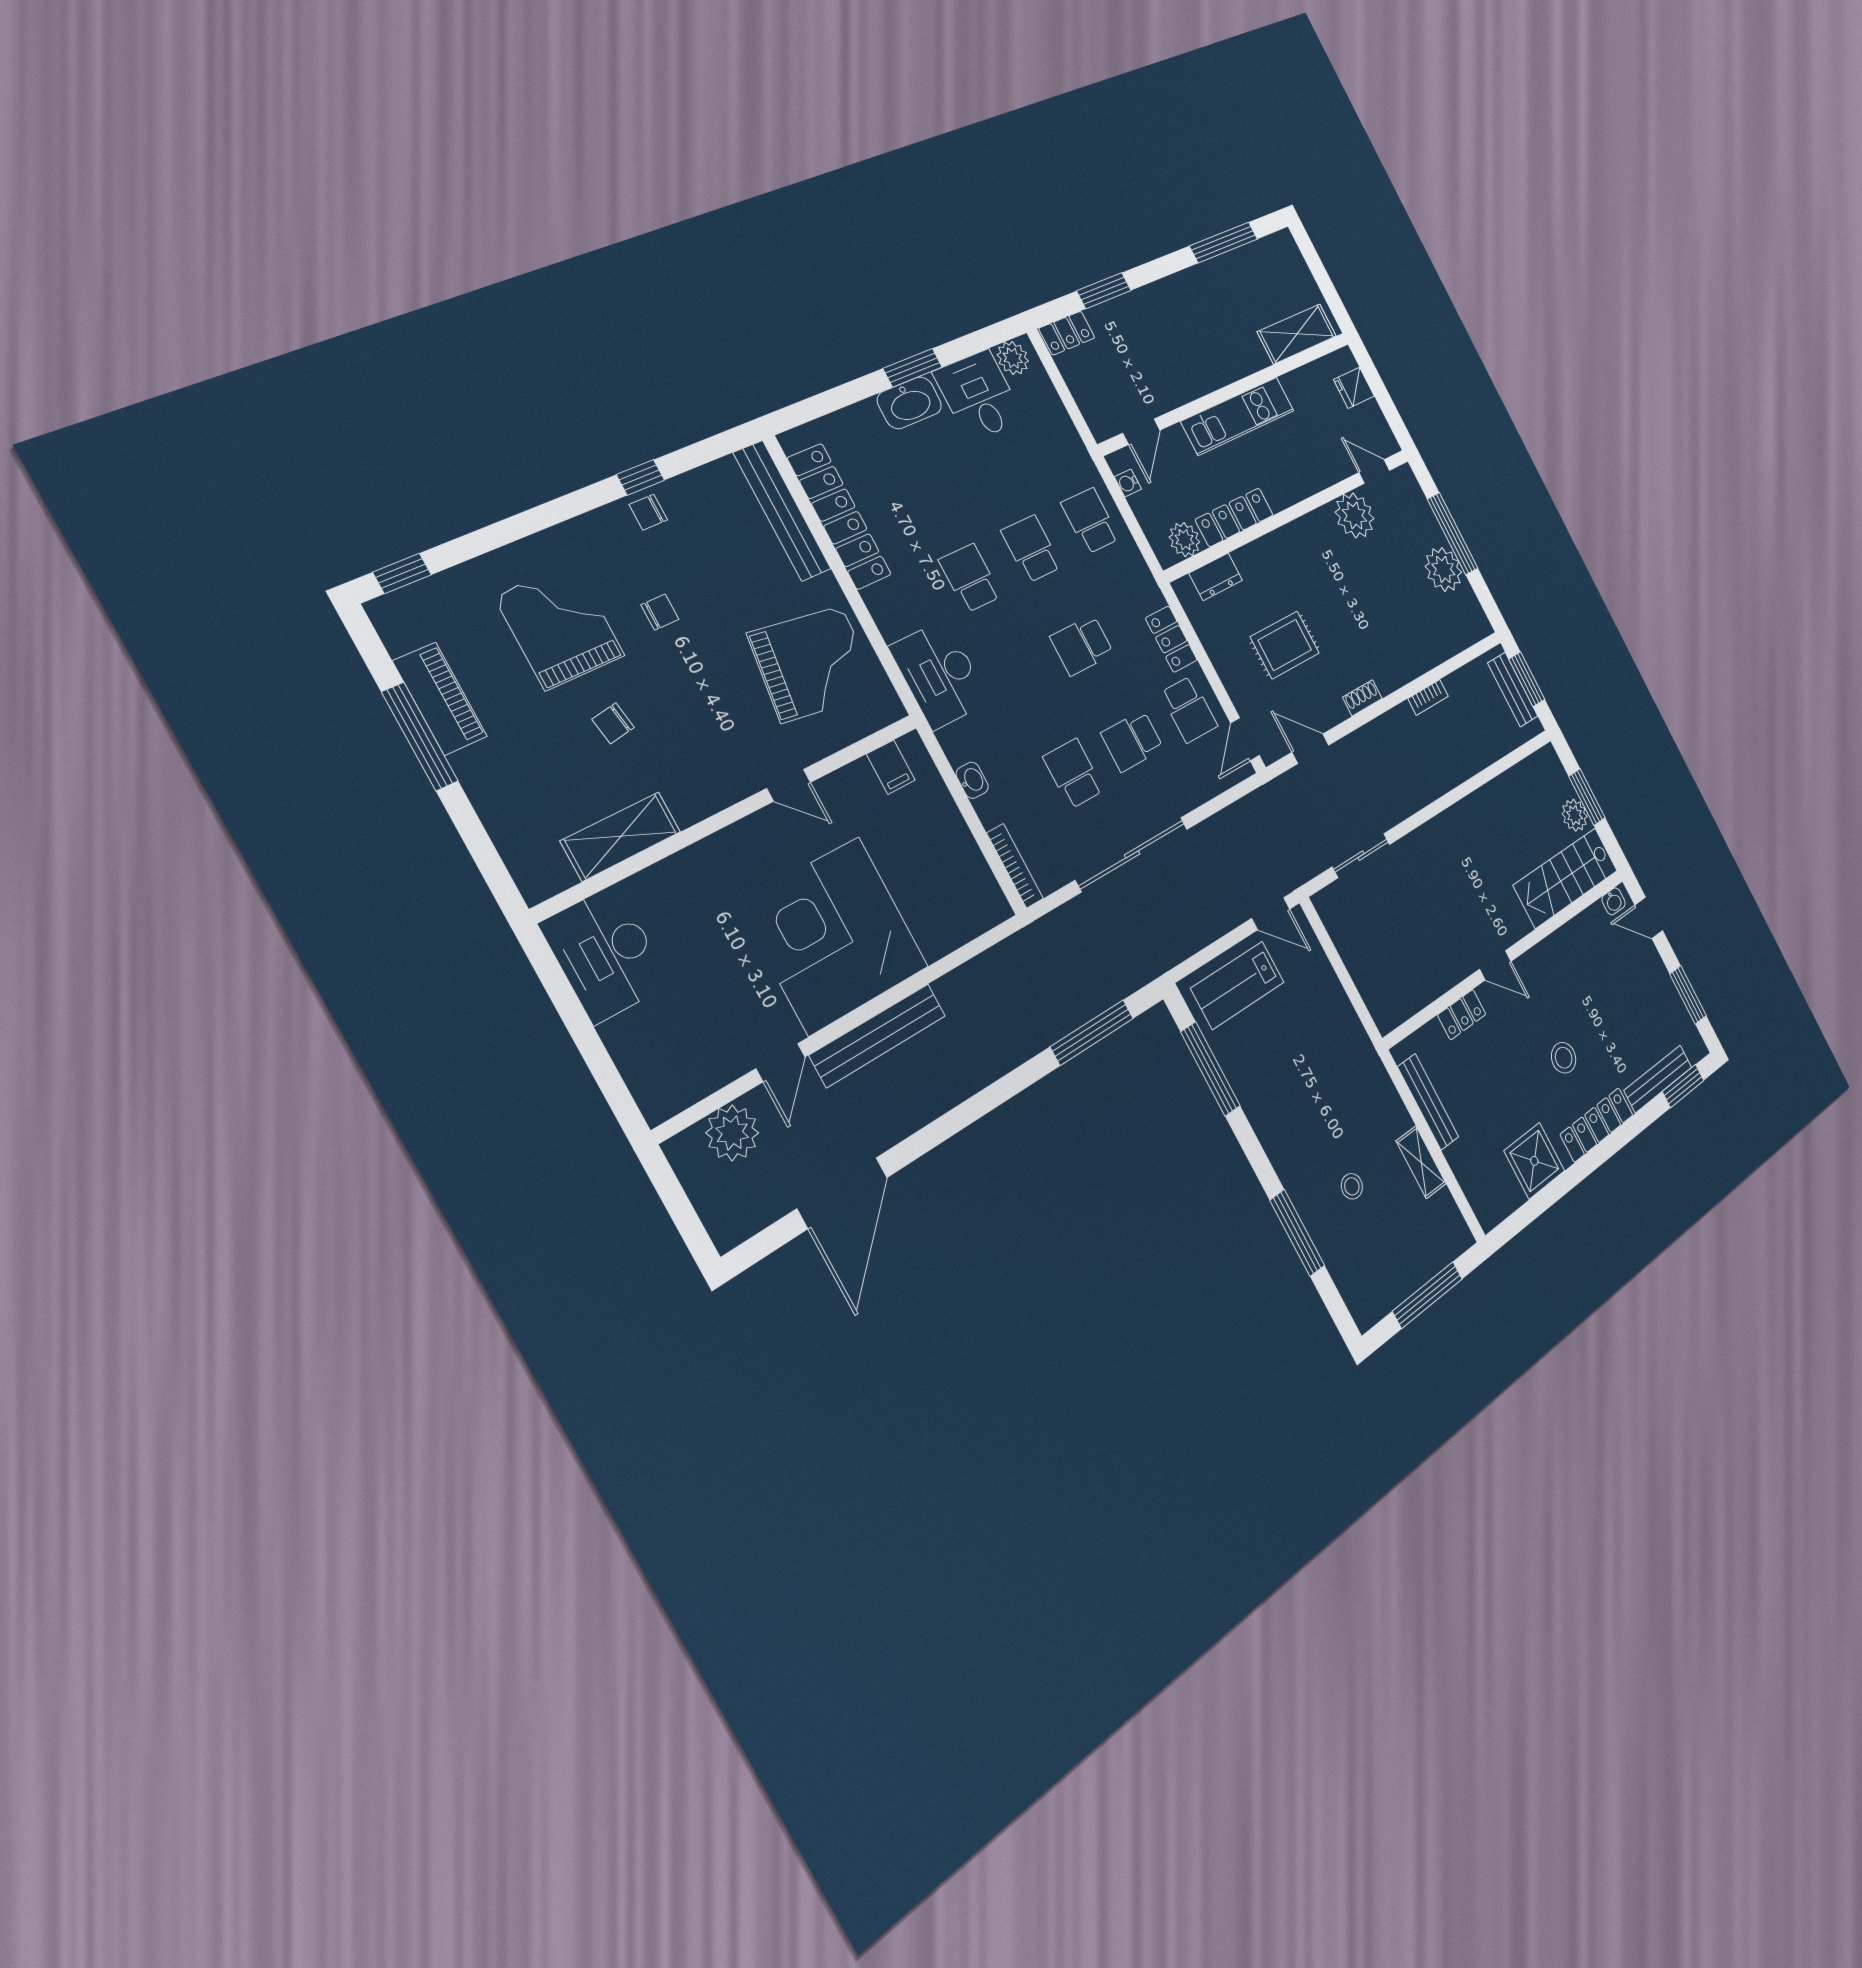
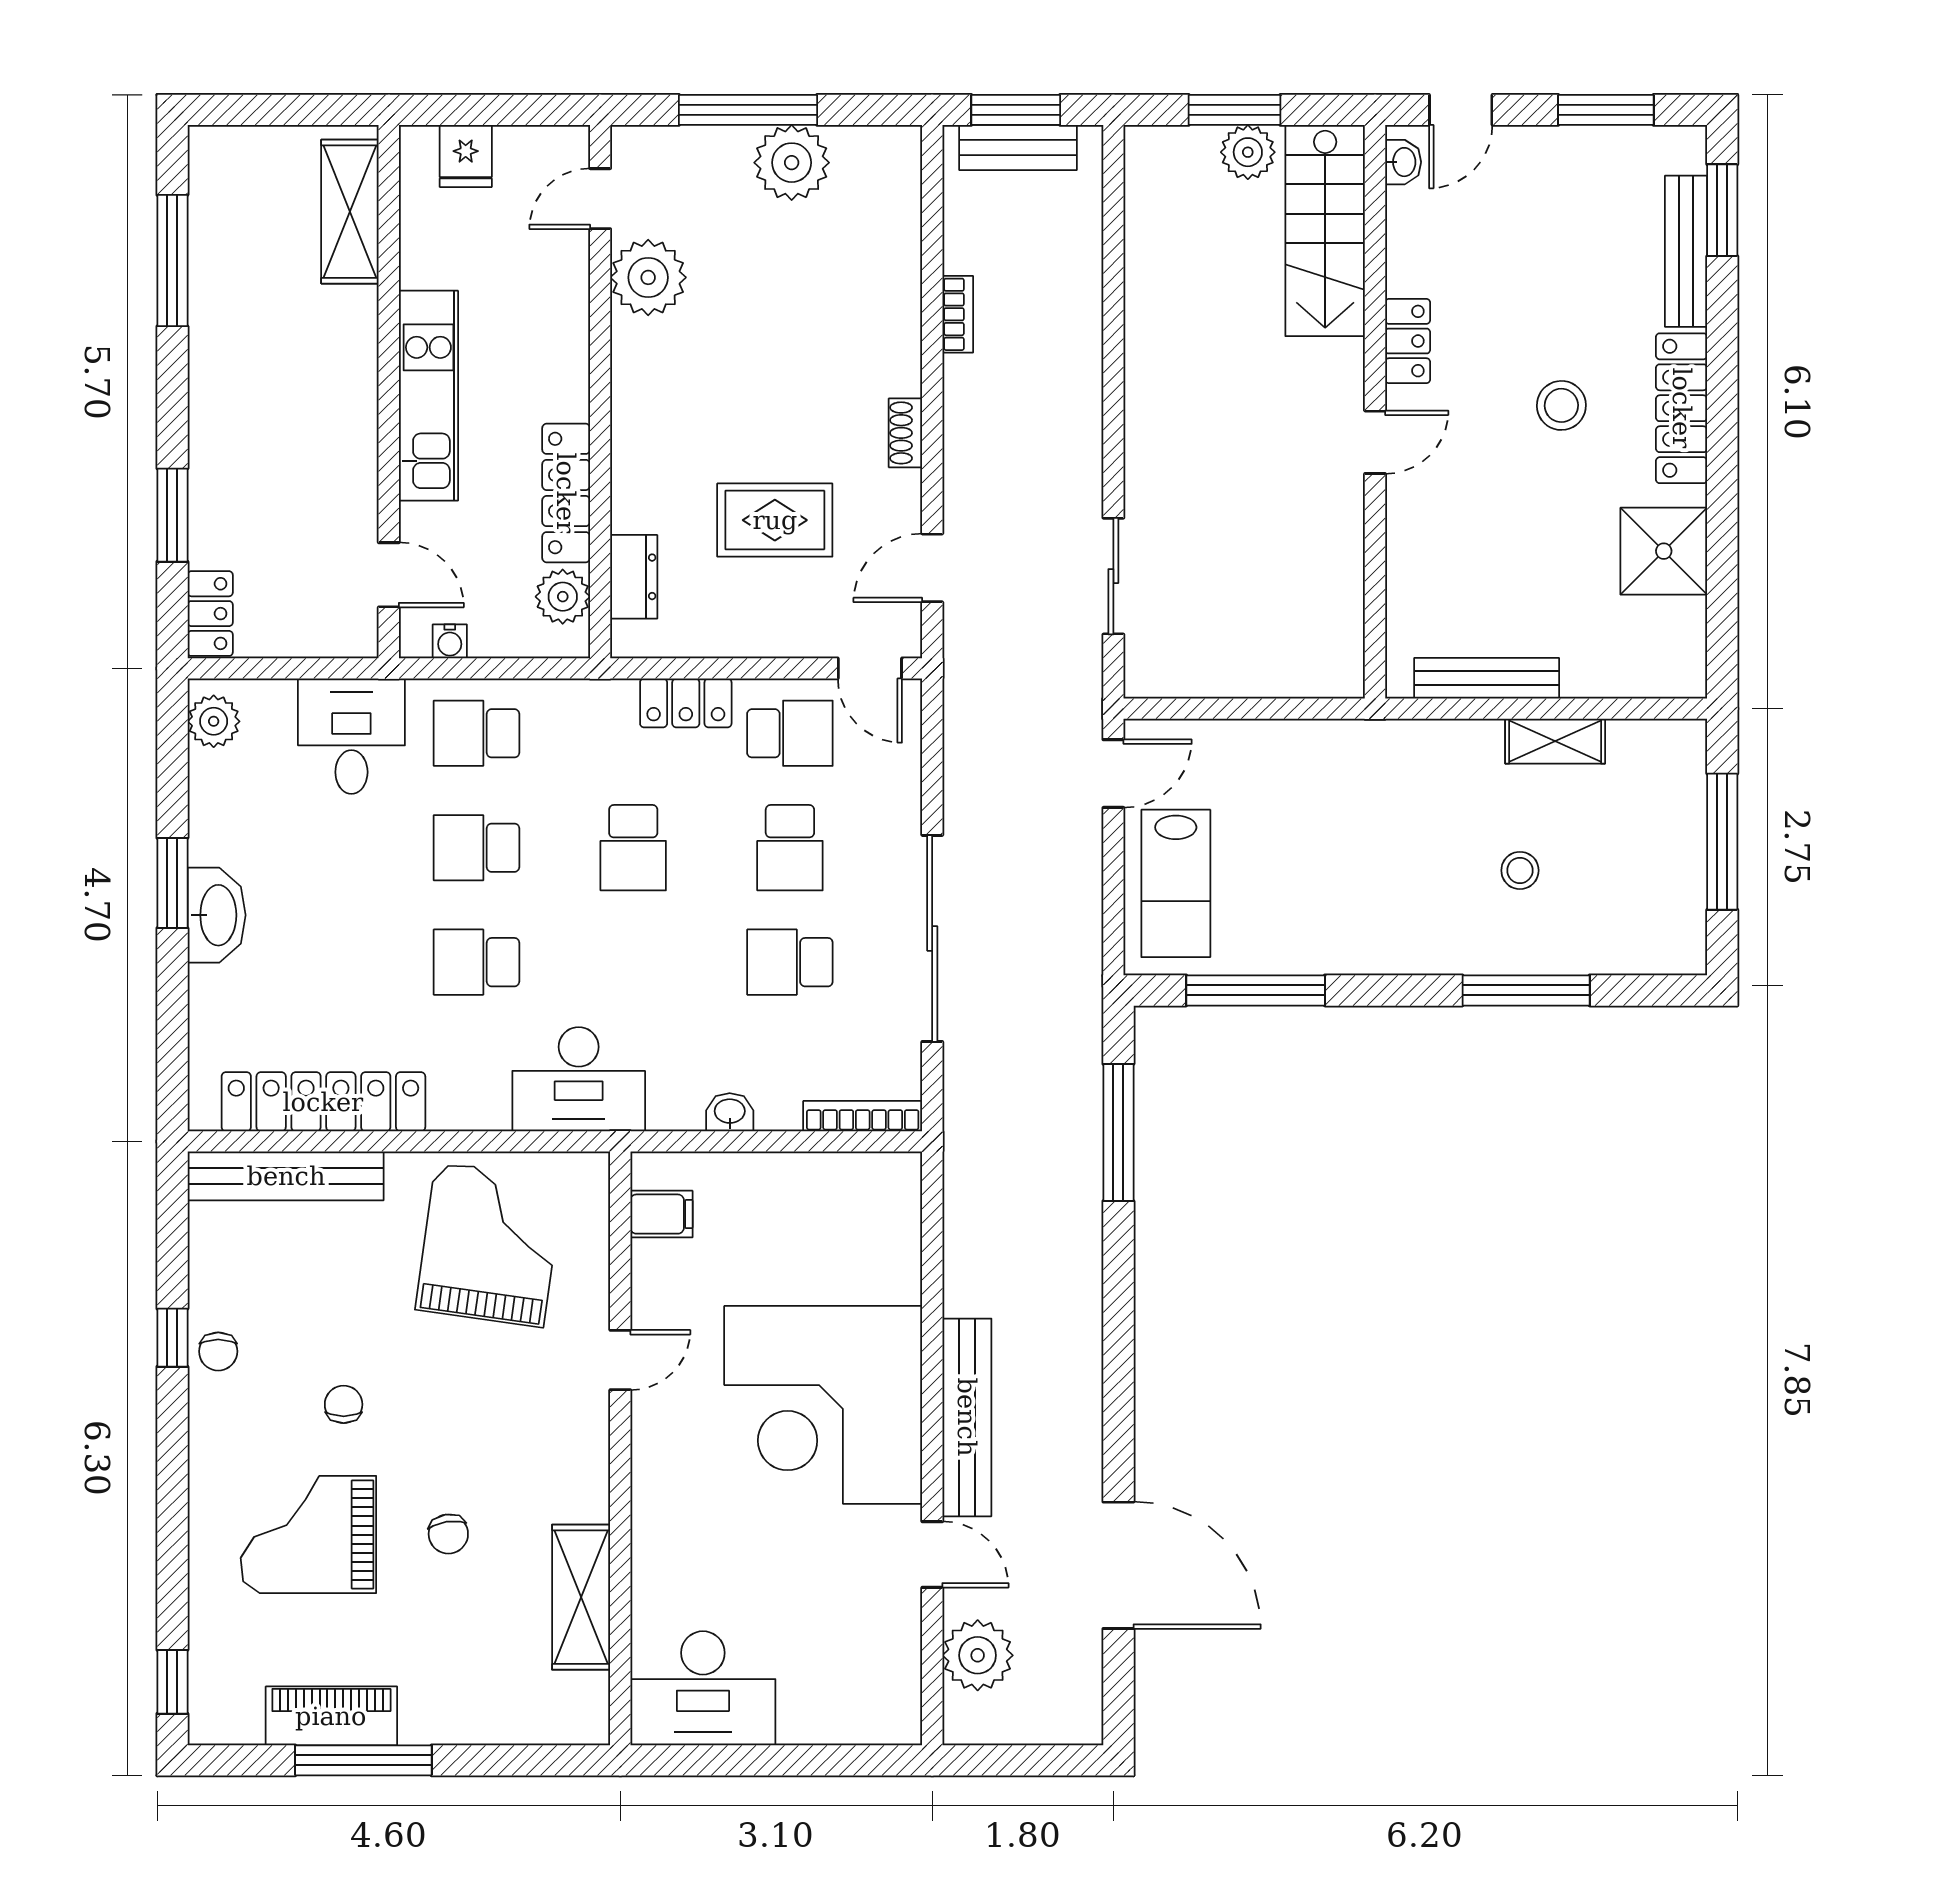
desk: (979, 396) -> (351, 736), moved, turned 90
rug: (1285, 645) -> (775, 520), turned 90
locker: (1462, 1015) -> (1408, 341), moved

